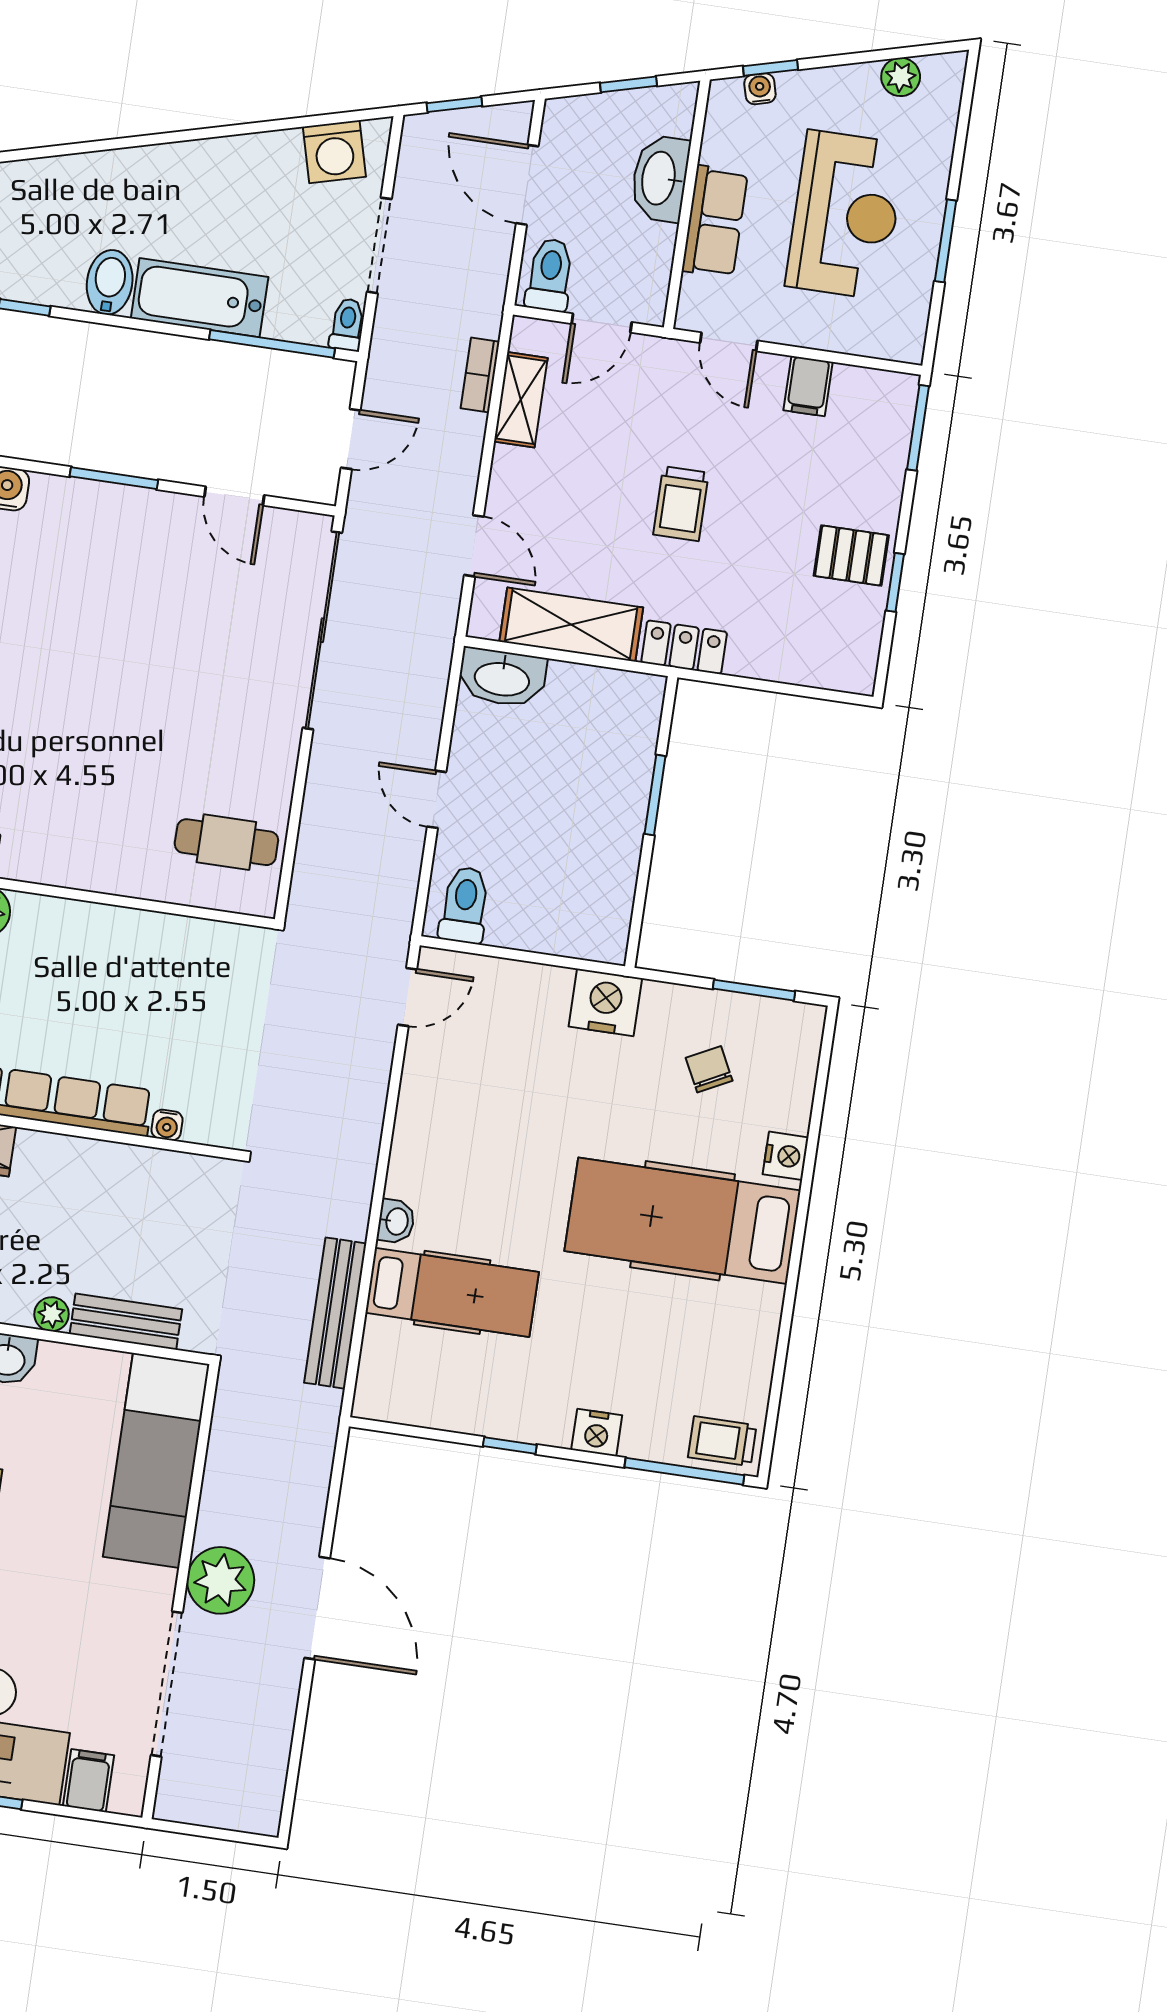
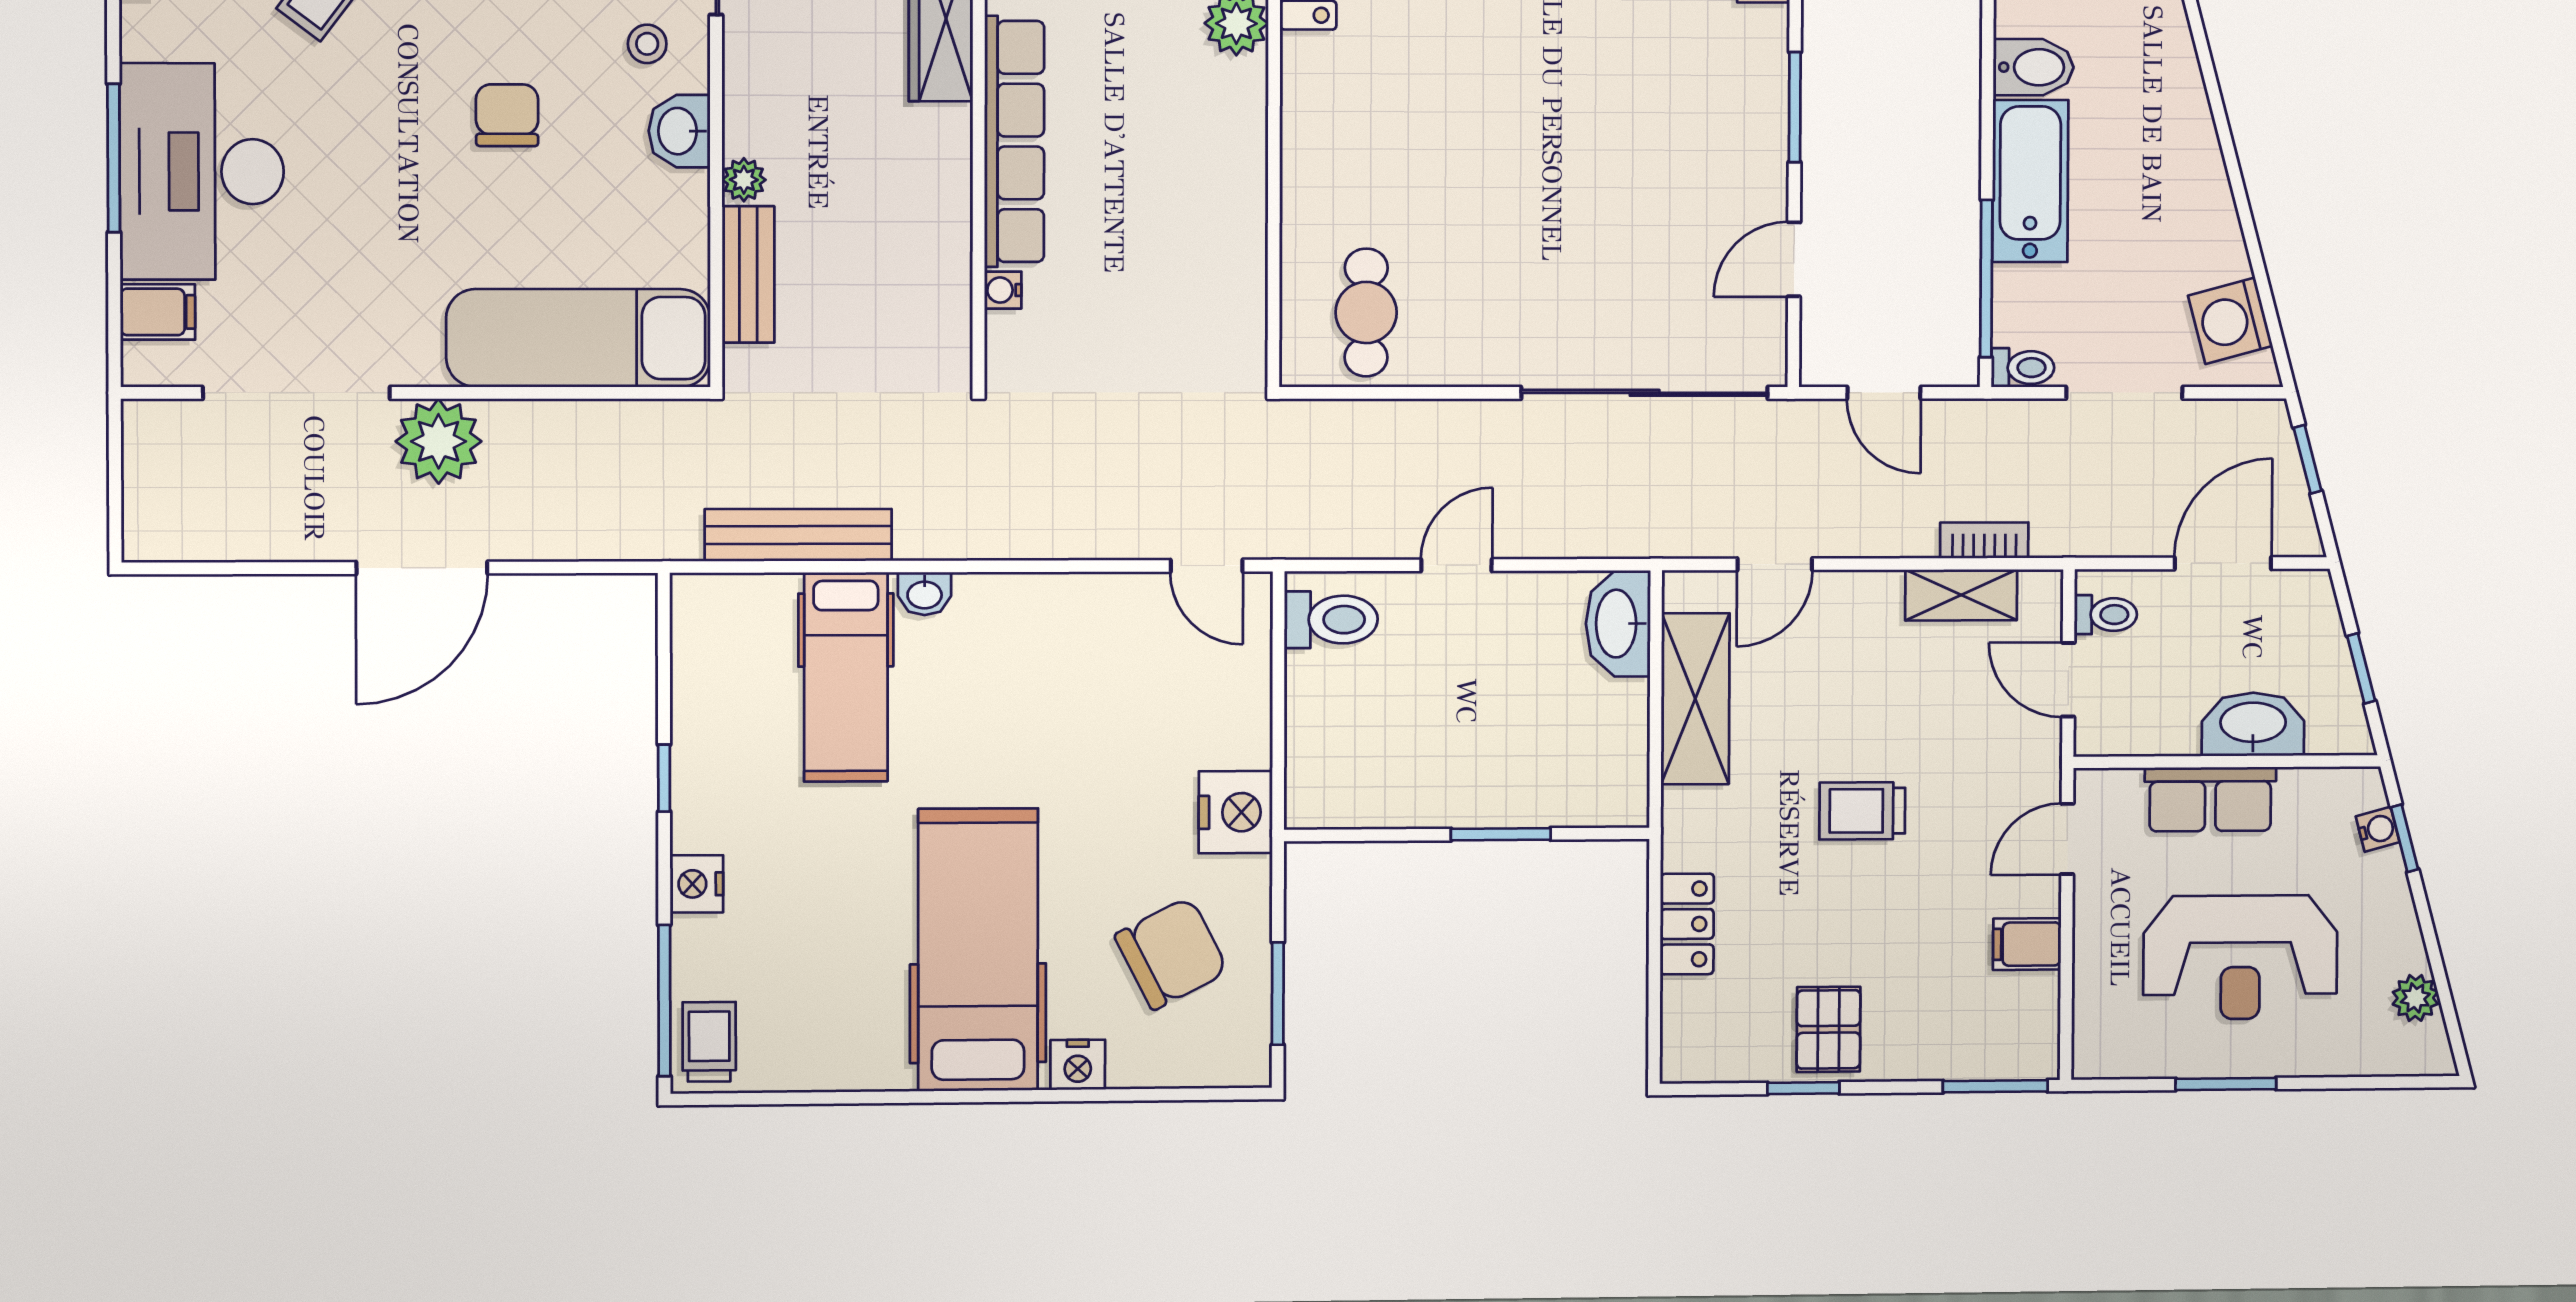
toilet: (550, 275) -> (2106, 615), width x0.73, depth x0.72
locker: (684, 647) -> (1687, 924), moved
chair: (709, 1069) -> (1171, 953), width x1.87, depth x1.87

